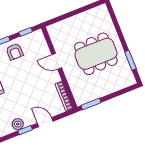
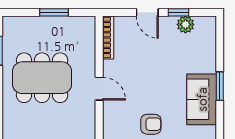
armchair: (15, 52) -> (151, 124), turned 90
window: (91, 104) -> (54, 12), moved

